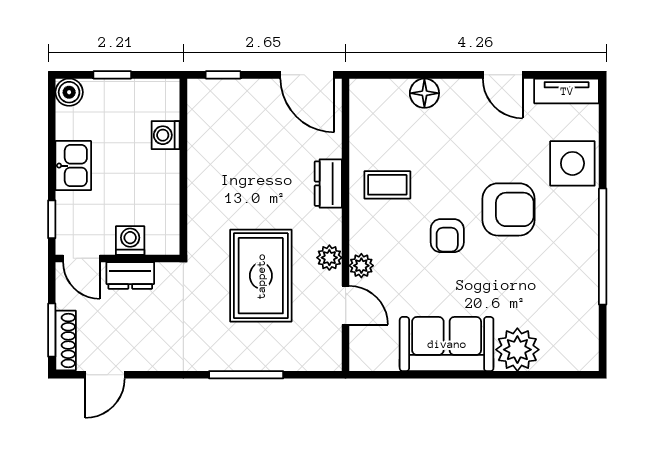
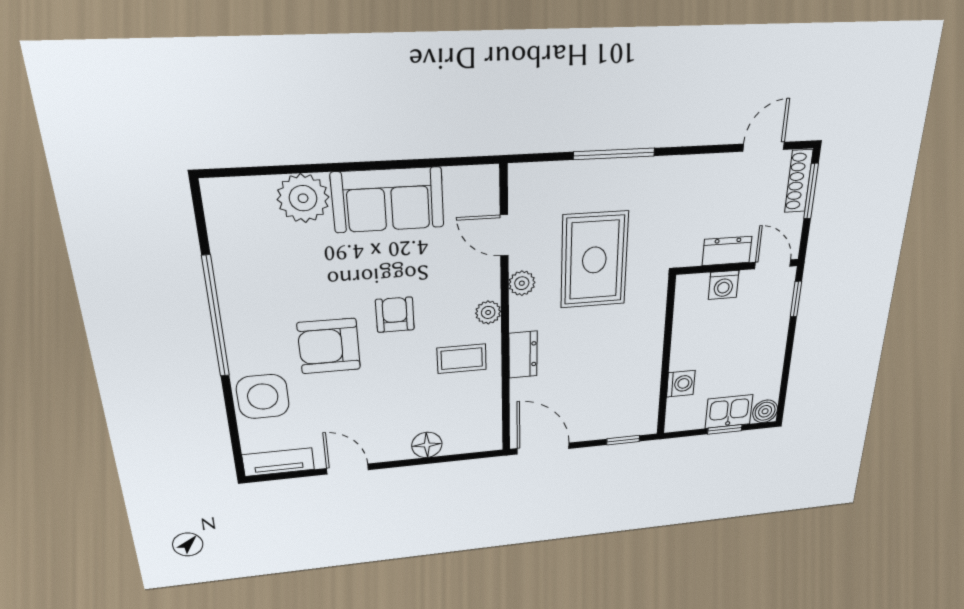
kitchen sink: (73, 166) -> (729, 412), moved, turned 90
plant: (361, 266) -> (488, 312), moved

